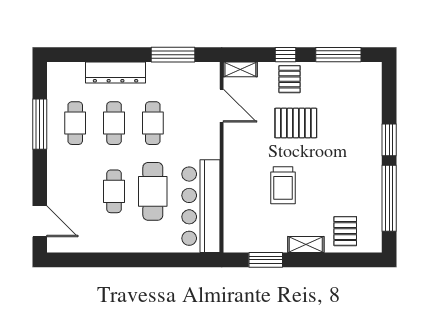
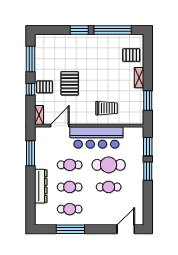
trolley: (283, 185) -> (107, 108), moved
bar counter: (201, 206) -> (96, 137), moved
window: (142, 260) -> (148, 171), added
window: (185, 260) -> (148, 147), added

